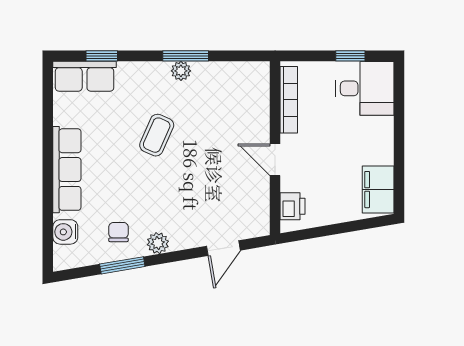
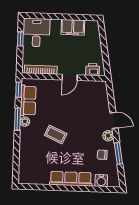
window: (102, 56) -> (19, 90), moved
row of seats: (85, 76) -> (28, 101), moved
filing cabinet: (378, 190) -> (73, 27), moved
door: (223, 248) -> (114, 120), moved

